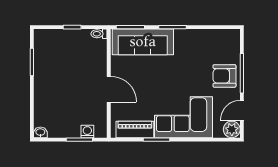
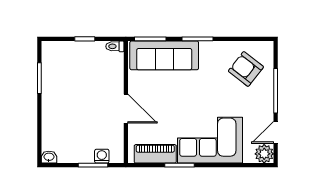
armchair: (224, 76) -> (246, 69), moved, turned 38

